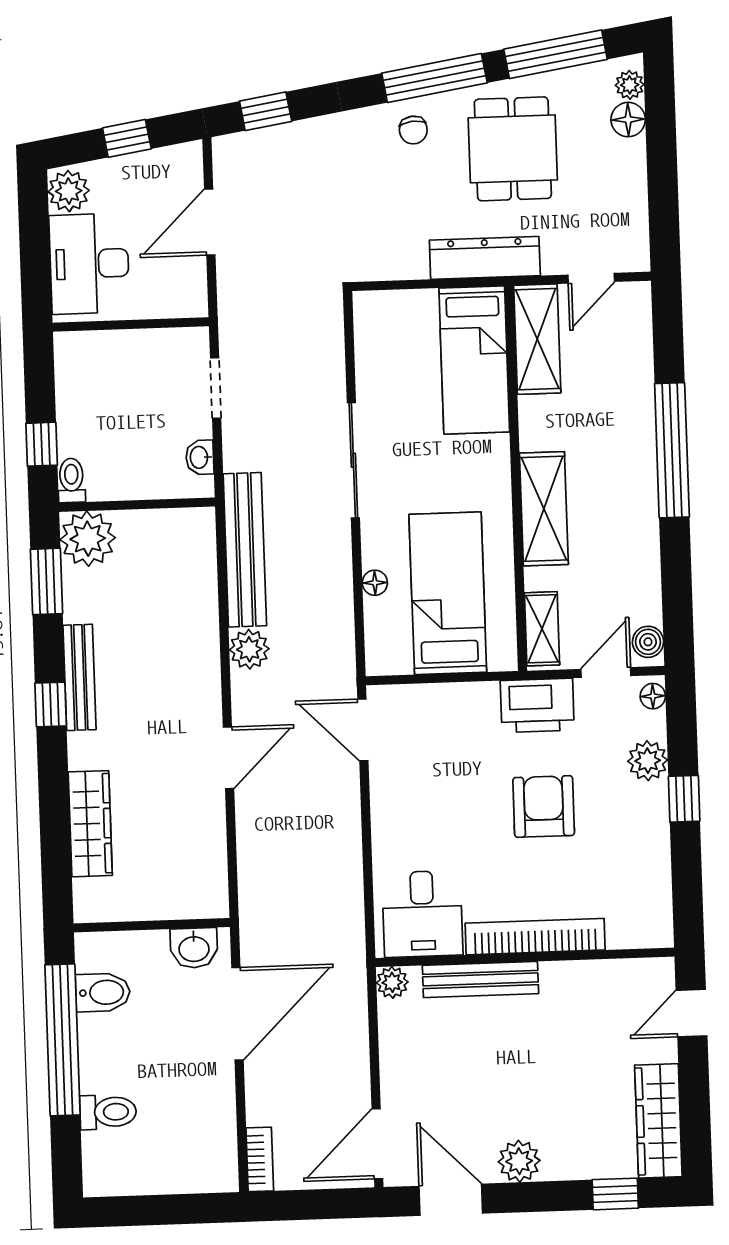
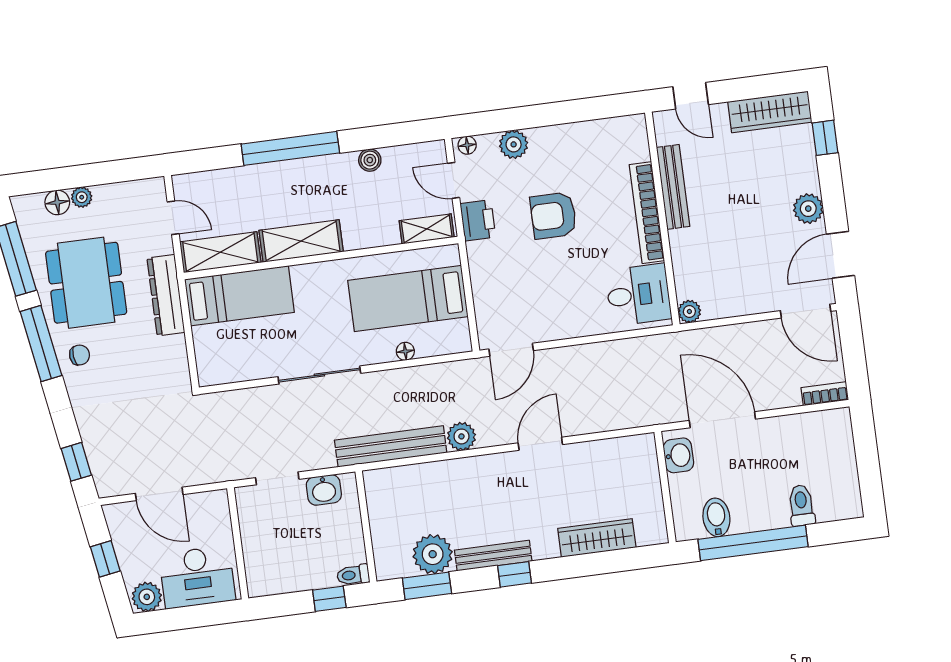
plant: (630, 85) -> (82, 197), moved
dining table: (513, 149) -> (86, 283), width x1.37
washbasin: (200, 457) -> (324, 490), width x1.38, depth x1.45
shelving: (544, 509) -> (301, 241), moved
plant: (88, 539) -> (433, 554), moved
boiler: (648, 642) -> (370, 160), moved
printer: (537, 705) -> (478, 220), width x0.73, depth x0.84
door: (229, 758) -> (540, 444), hinge flipped
window: (684, 799) -> (538, 116), removed
bench: (480, 979) -> (673, 187), moved

